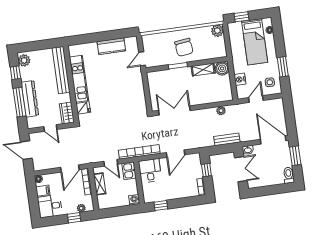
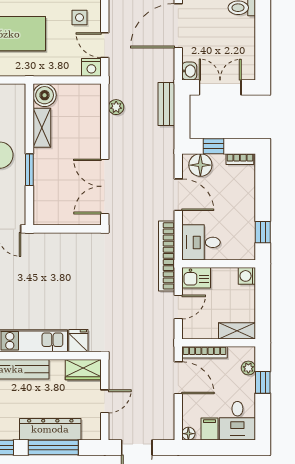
nightstand: (240, 79) -> (91, 67), moved
floor lamp: (194, 164) -> (200, 165), added
shelving: (100, 184) -> (237, 331), moved

